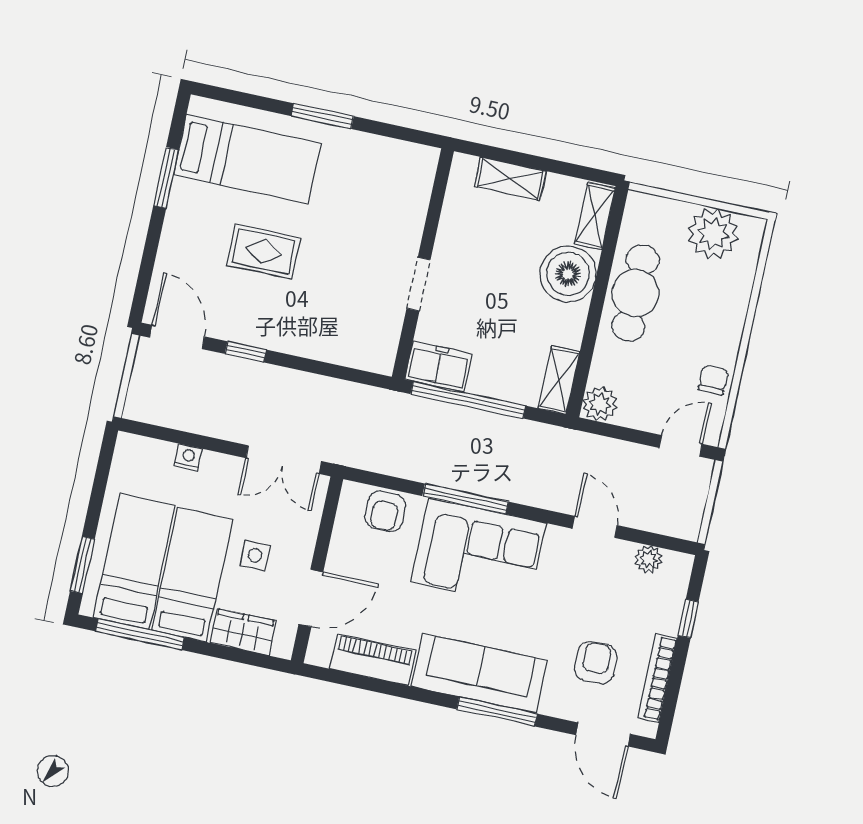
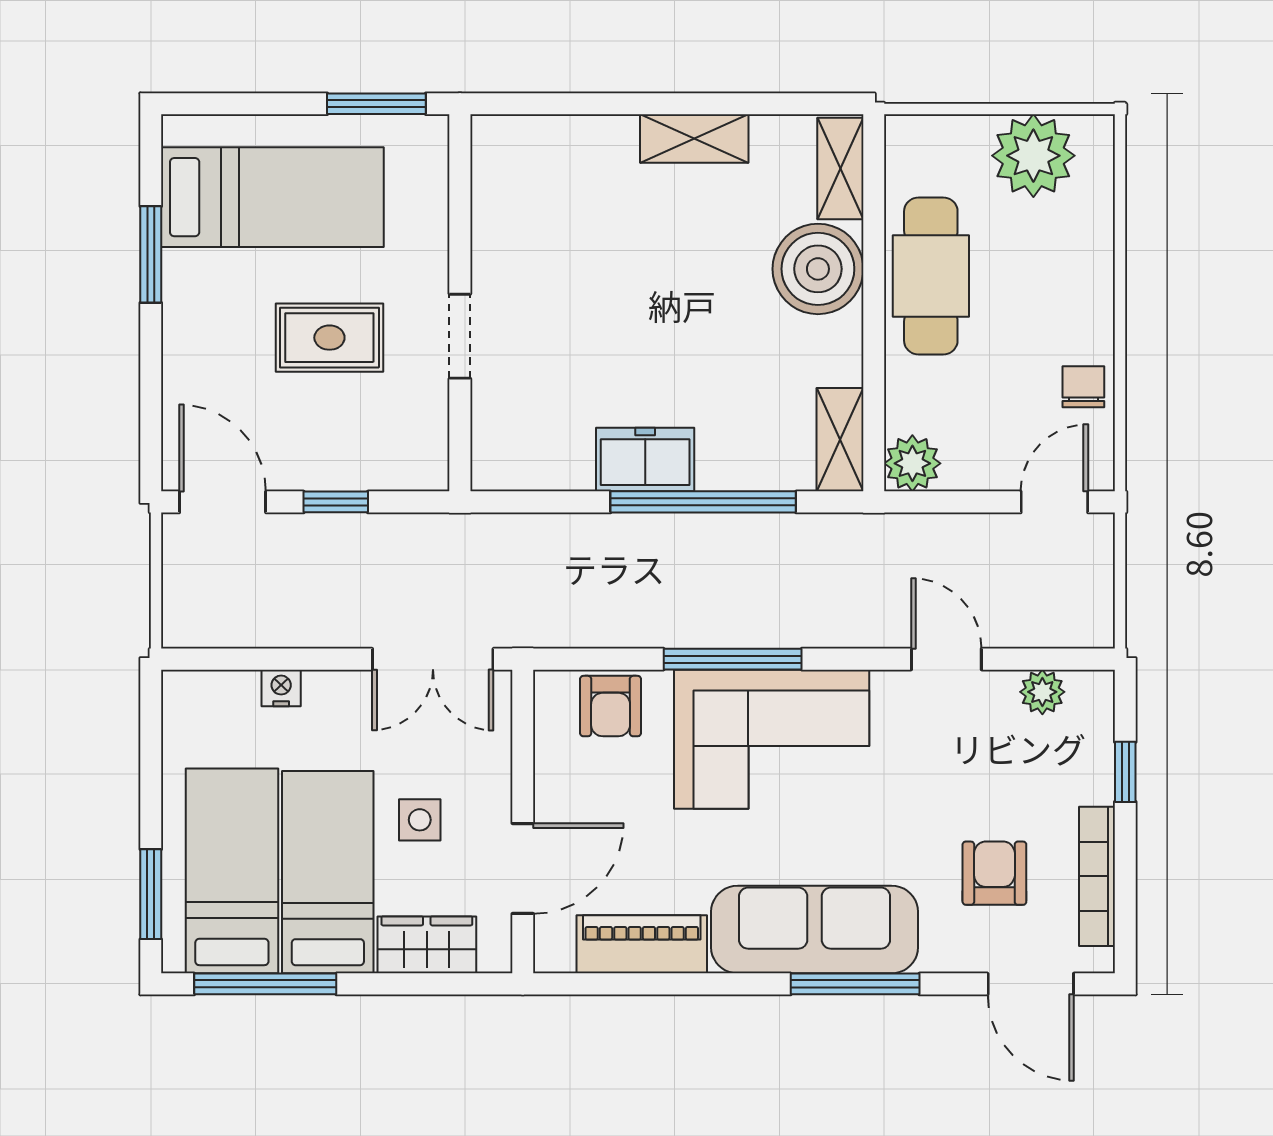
wall: (423, 264) -> (460, 303), moved
doorway: (419, 284) -> (460, 336), moved

